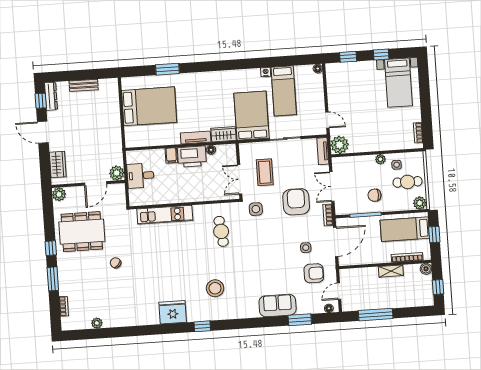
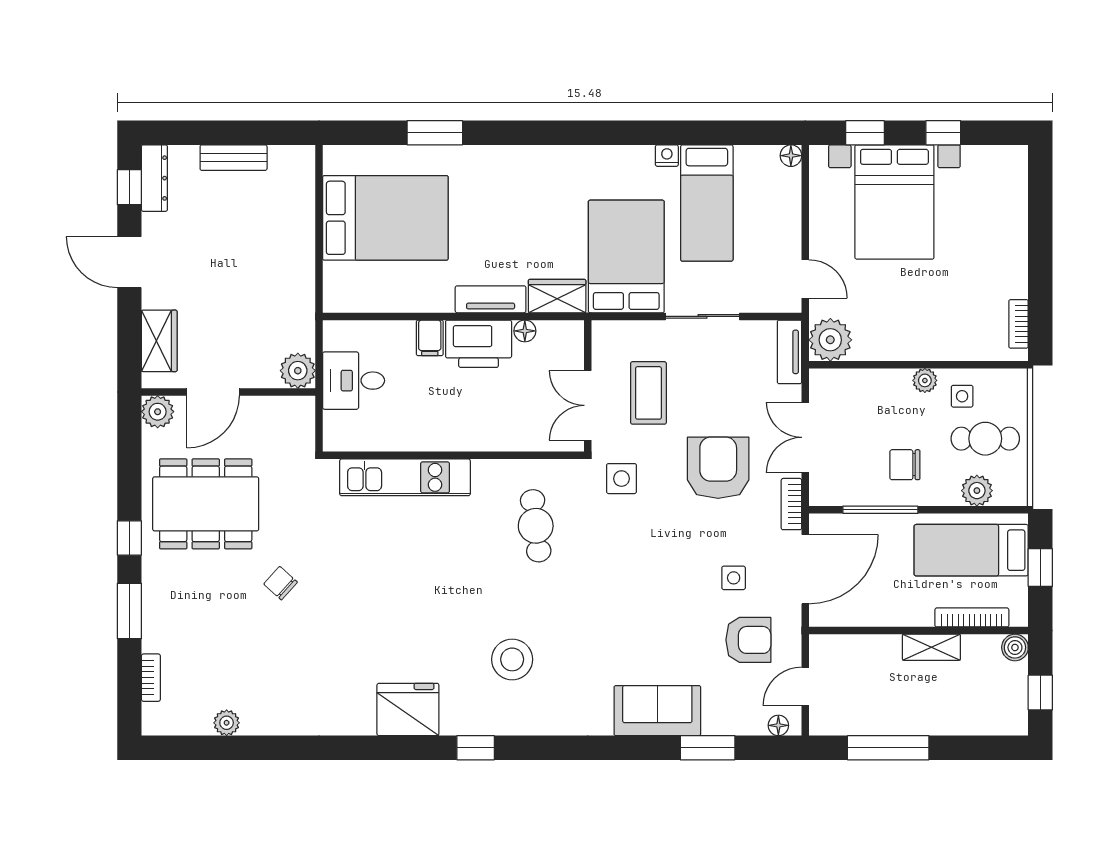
bed with nightstands: (398, 83) -> (894, 202), moved, width x1.36
door: (96, 183) -> (213, 392), moved
plant: (420, 203) -> (977, 491), moved

